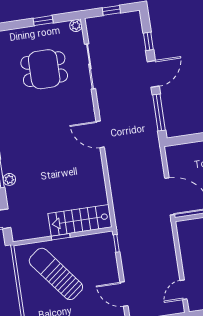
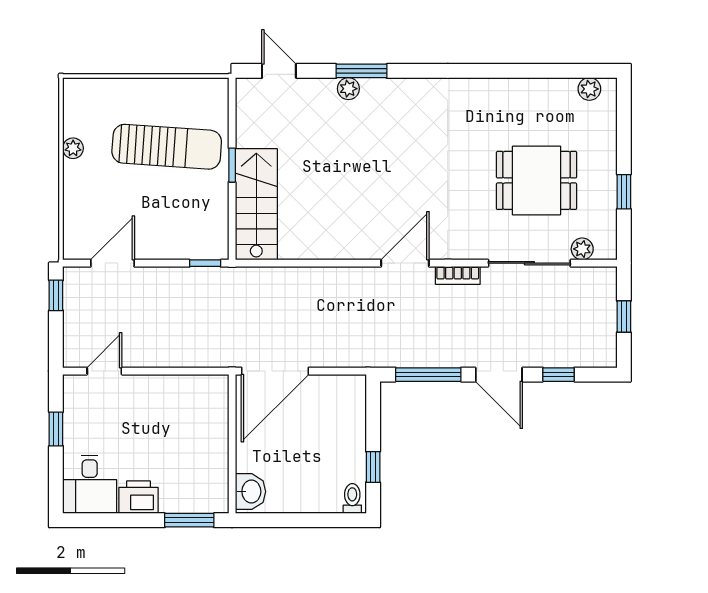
plant: (76, 26) -> (582, 249), moved
dining table: (44, 69) -> (537, 180), turned 90
bookcase: (102, 104) -> (458, 275), added
sun lounger: (56, 274) -> (167, 147), turned 42
door: (184, 290) -> (104, 371), hinge flipped

